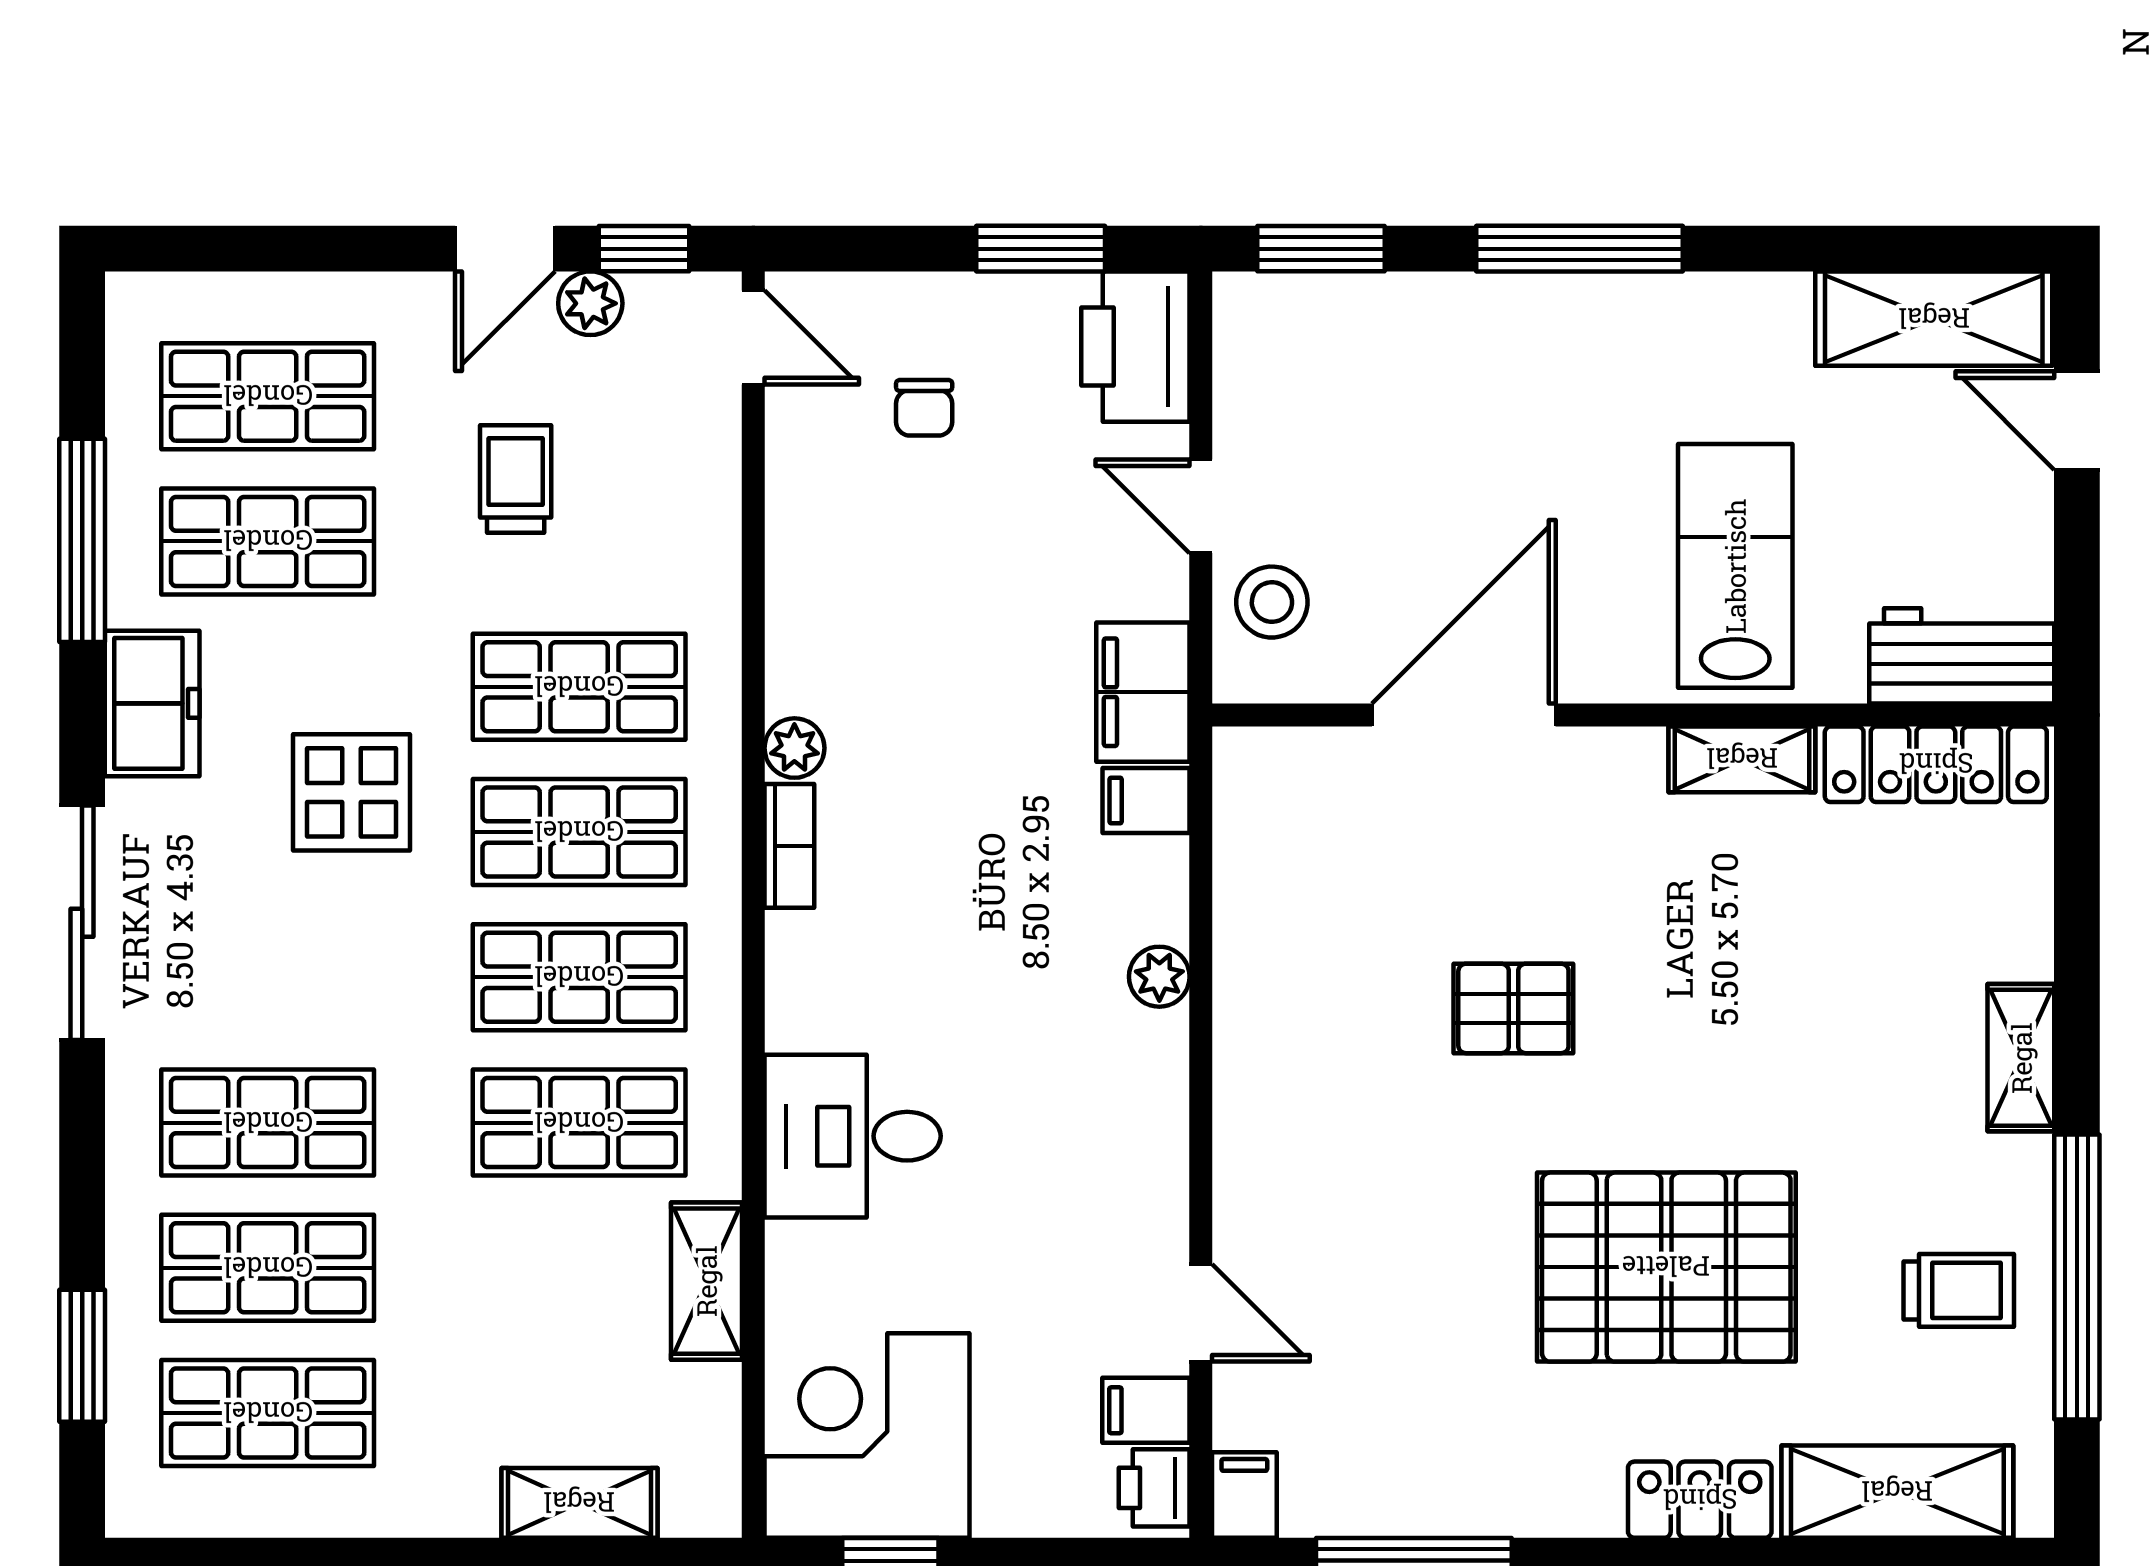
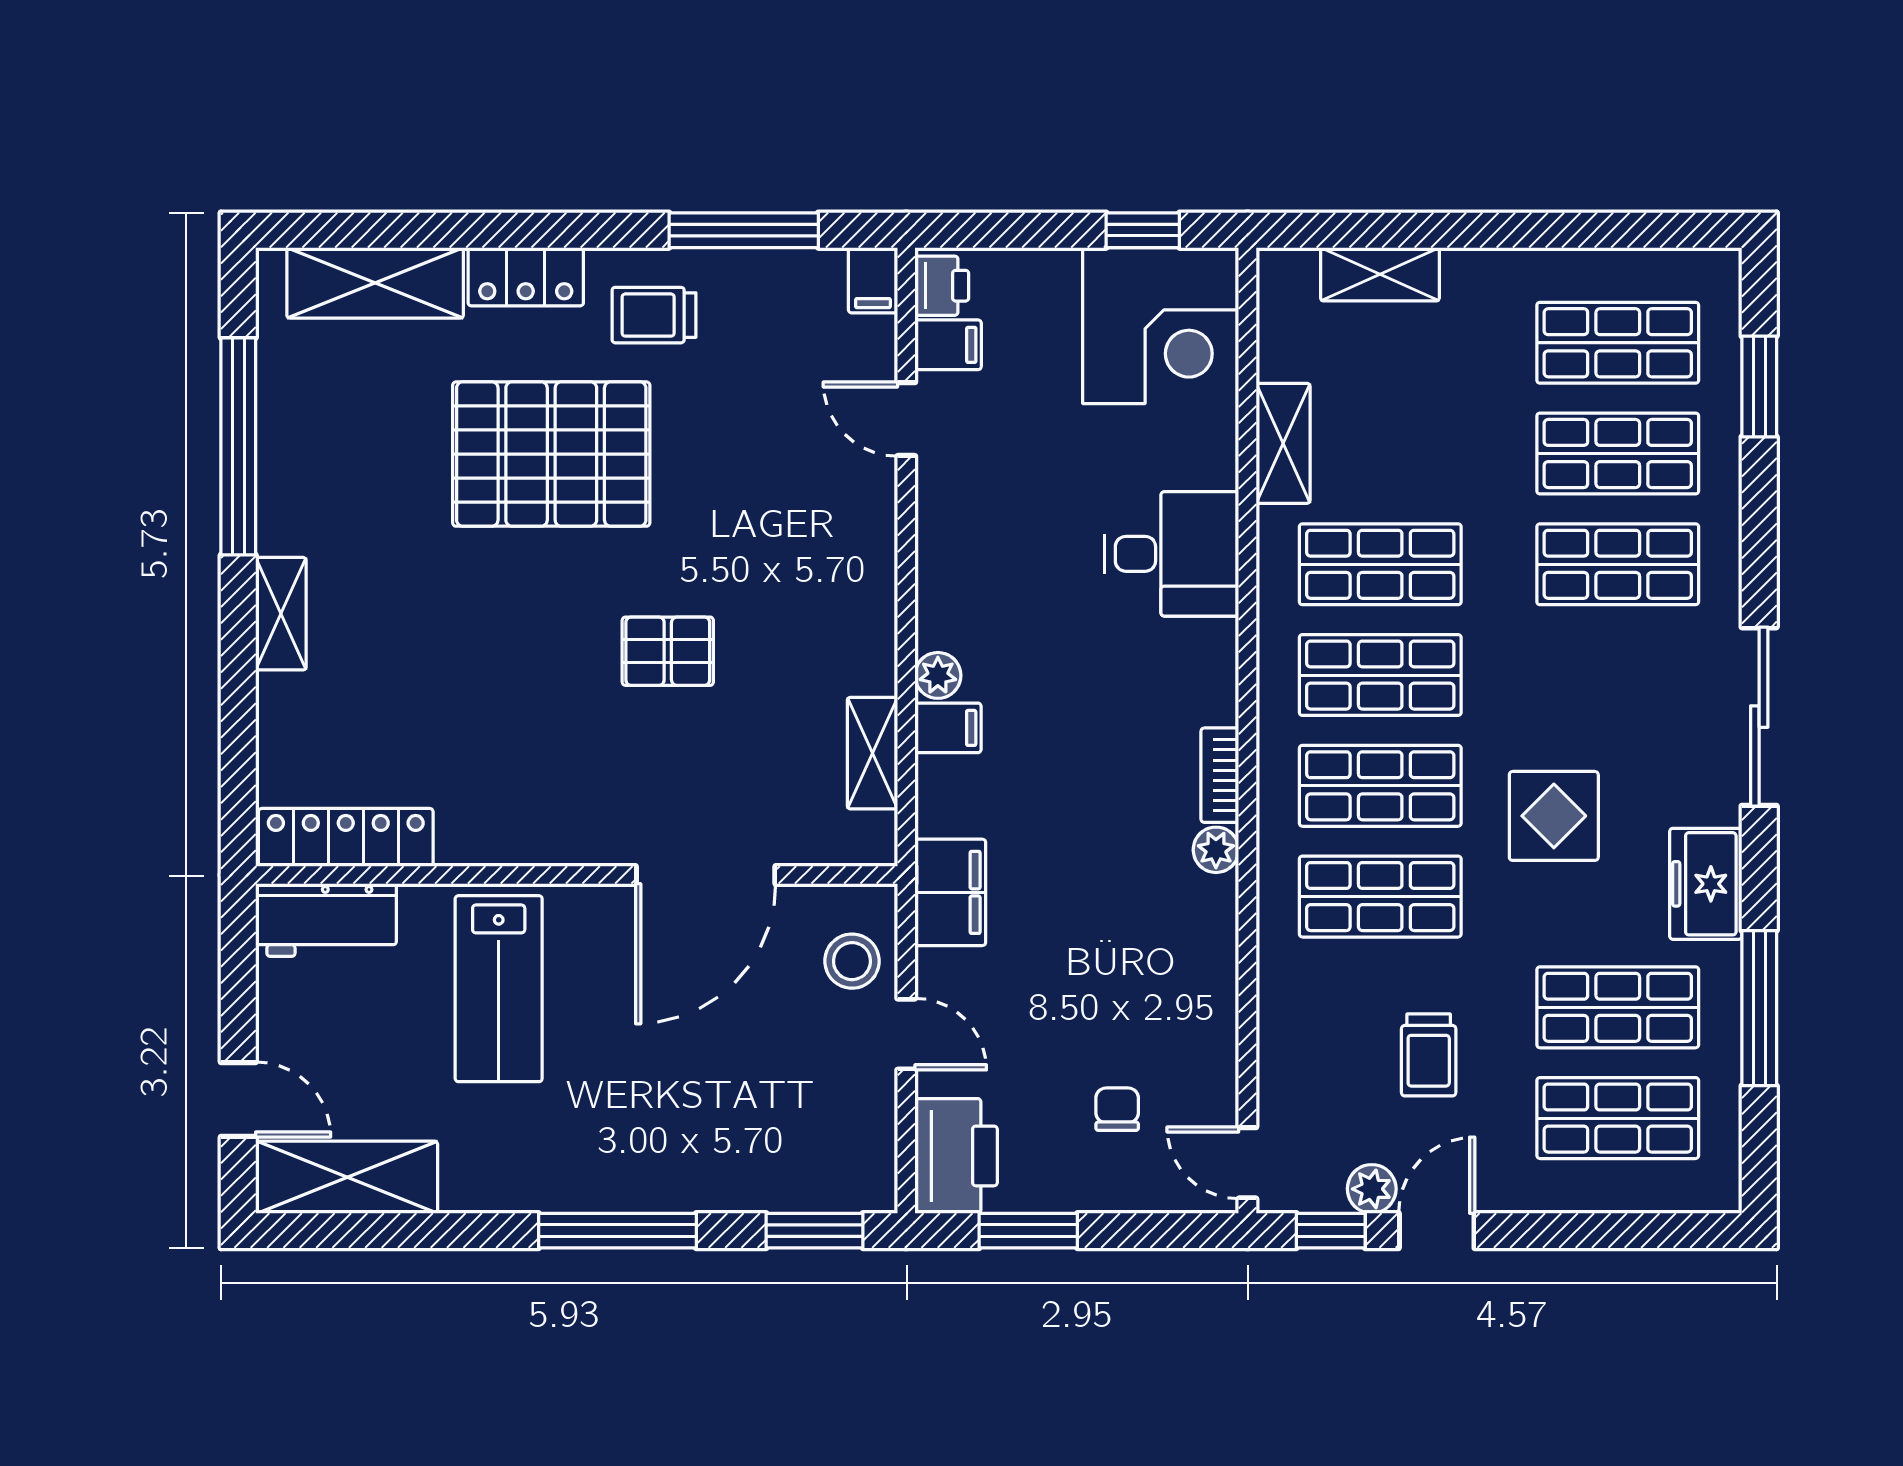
shelving: (1742, 759) -> (872, 753), moved, turned 90
filing cabinet: (1146, 800) -> (948, 728), moved
trolley: (1959, 1290) -> (654, 315), moved

